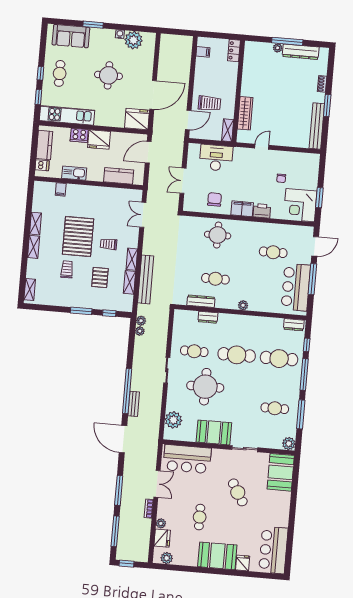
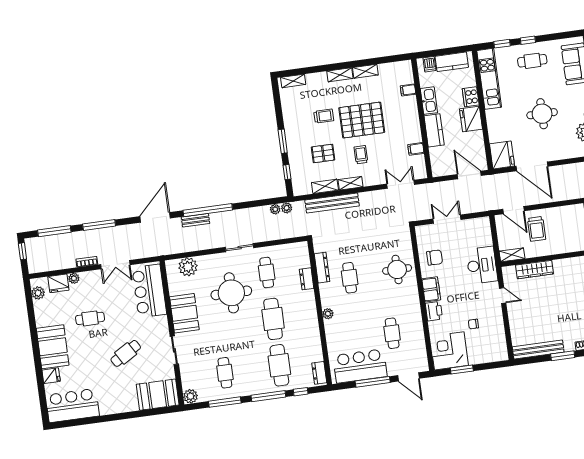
desk: (216, 158) -> (482, 265), moved
kitchen counter: (119, 176) -> (434, 130), moved
filing cabinet: (114, 194) -> (416, 149), added

